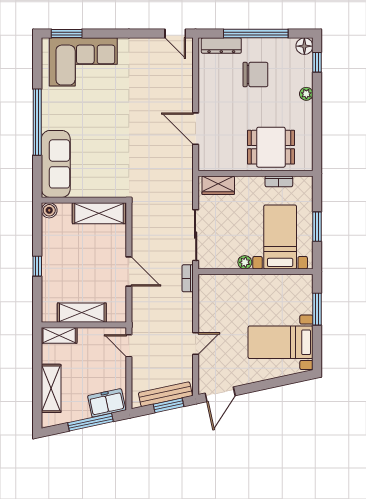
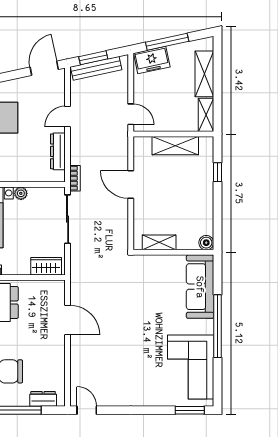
dresser: (221, 46) -> (43, 399), width x0.70
corner sofa: (83, 62) -> (191, 367), moved, turned -90
shelving: (99, 213) -> (159, 242), width x0.67, depth x0.75
window: (37, 266) -> (218, 172), moved
dresser: (206, 307) -> (58, 151), added
shelving: (59, 335) -> (206, 115), moved, turned 90

